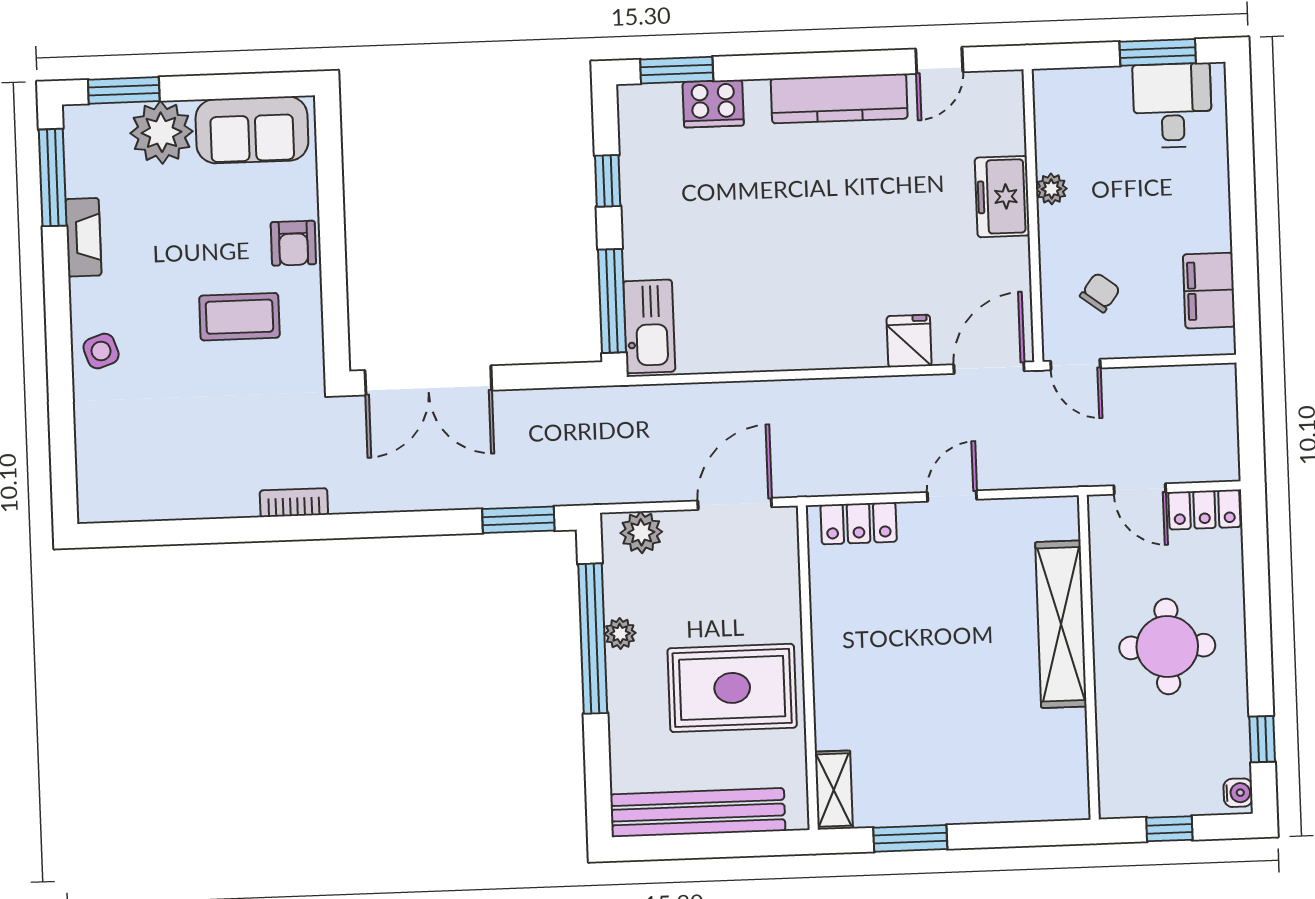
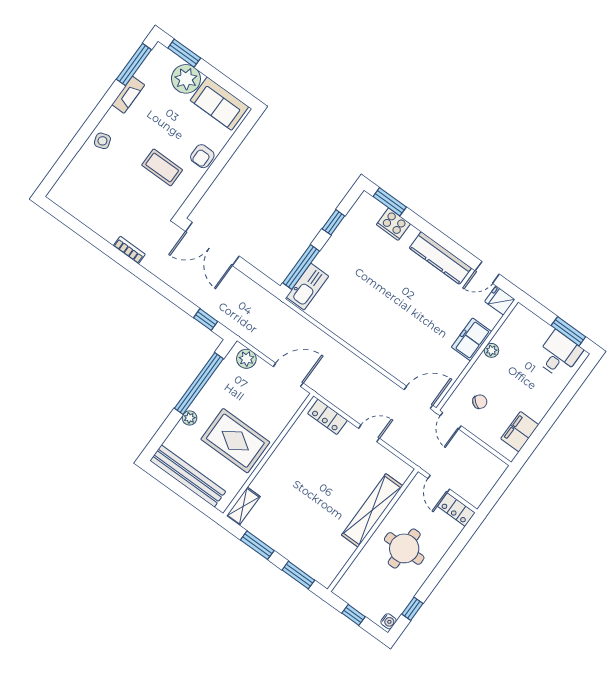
fridge: (909, 341) -> (500, 301), moved, turned -90
window: (518, 520) -> (206, 320), width x0.67
plant: (620, 634) -> (190, 418), moved
window: (1021, 834) -> (298, 575), added

